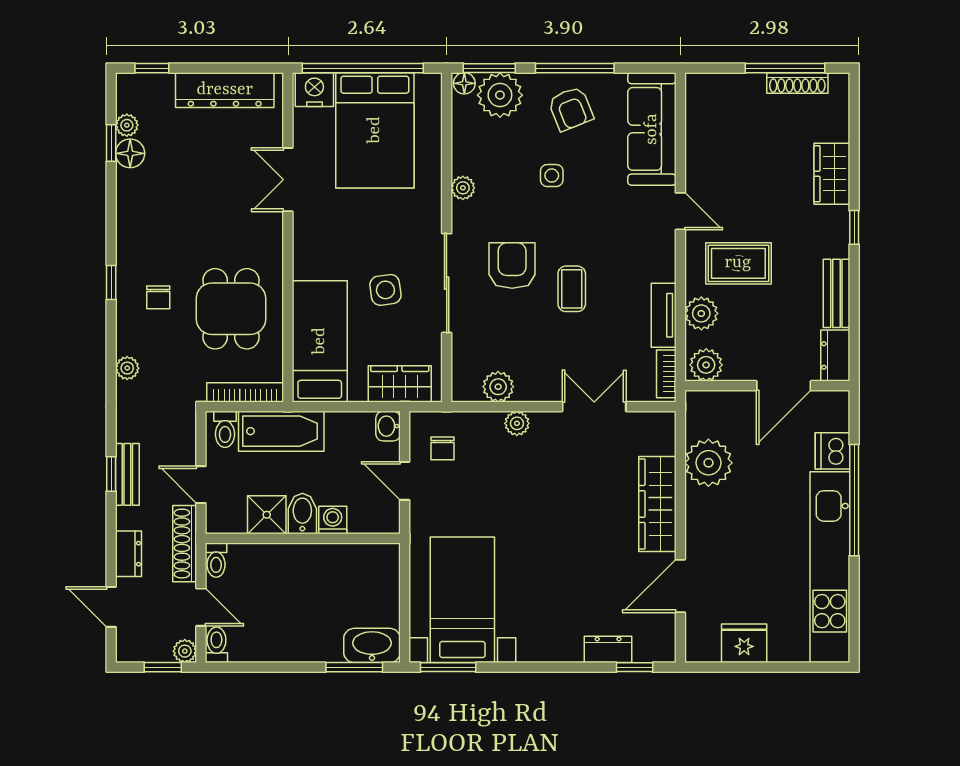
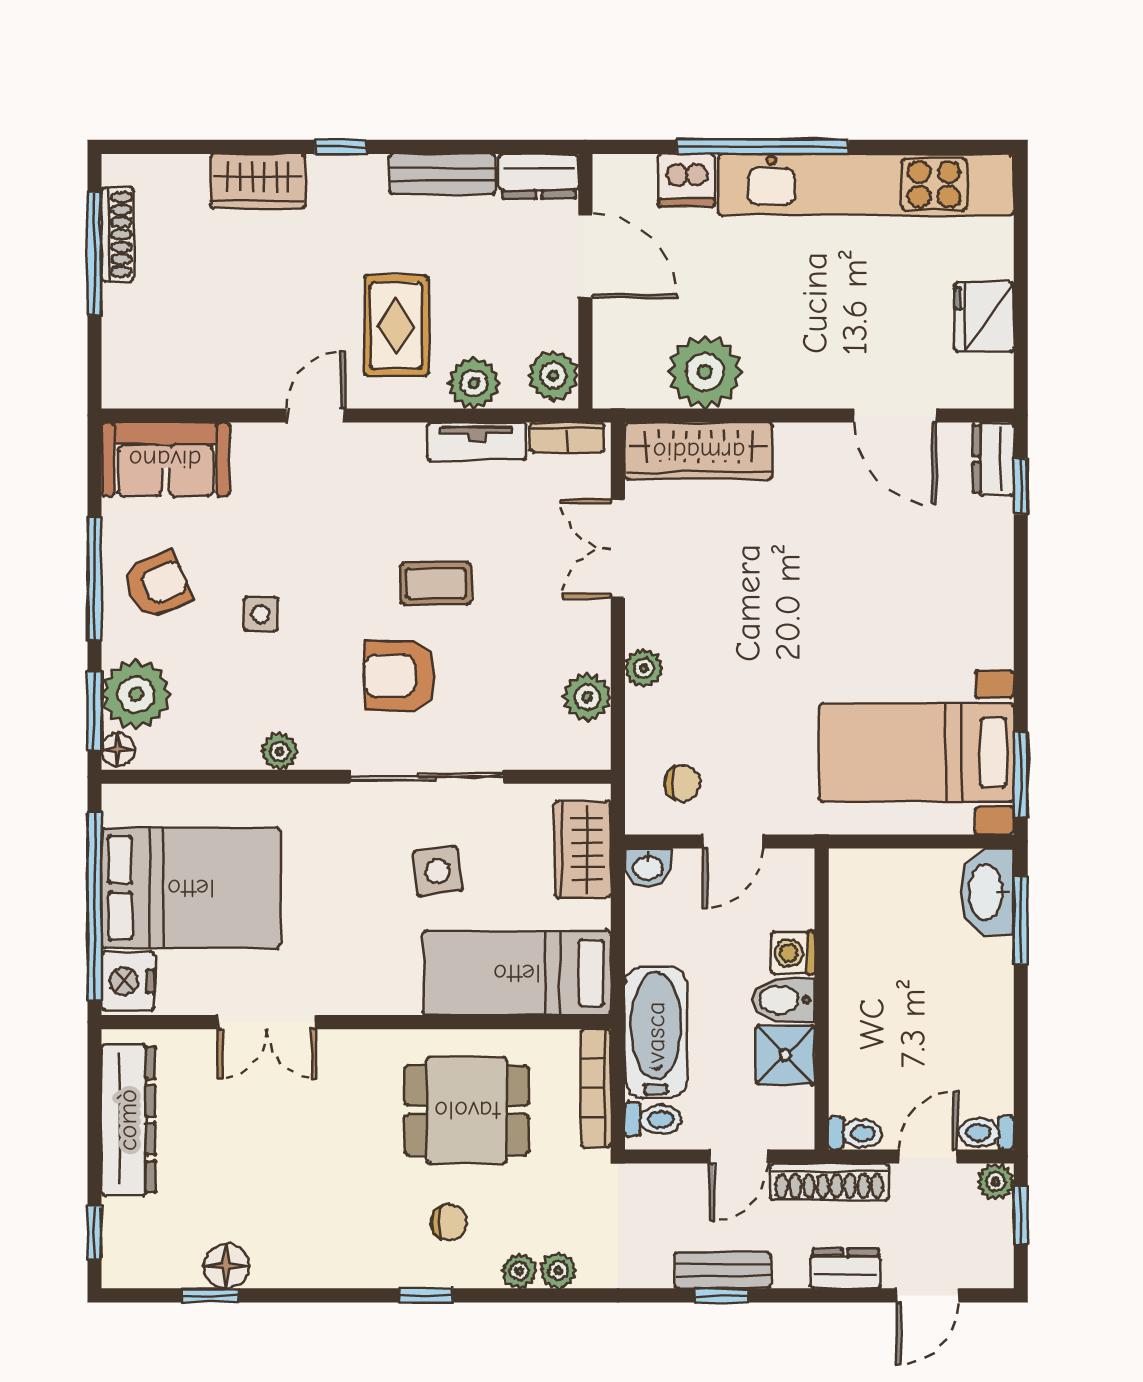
plant: (127, 125) -> (519, 1271), moved
sofa: (652, 129) -> (165, 459), width x0.73
wardrobe: (657, 504) -> (699, 451), moved
dresser: (608, 649) -> (993, 459), moved

